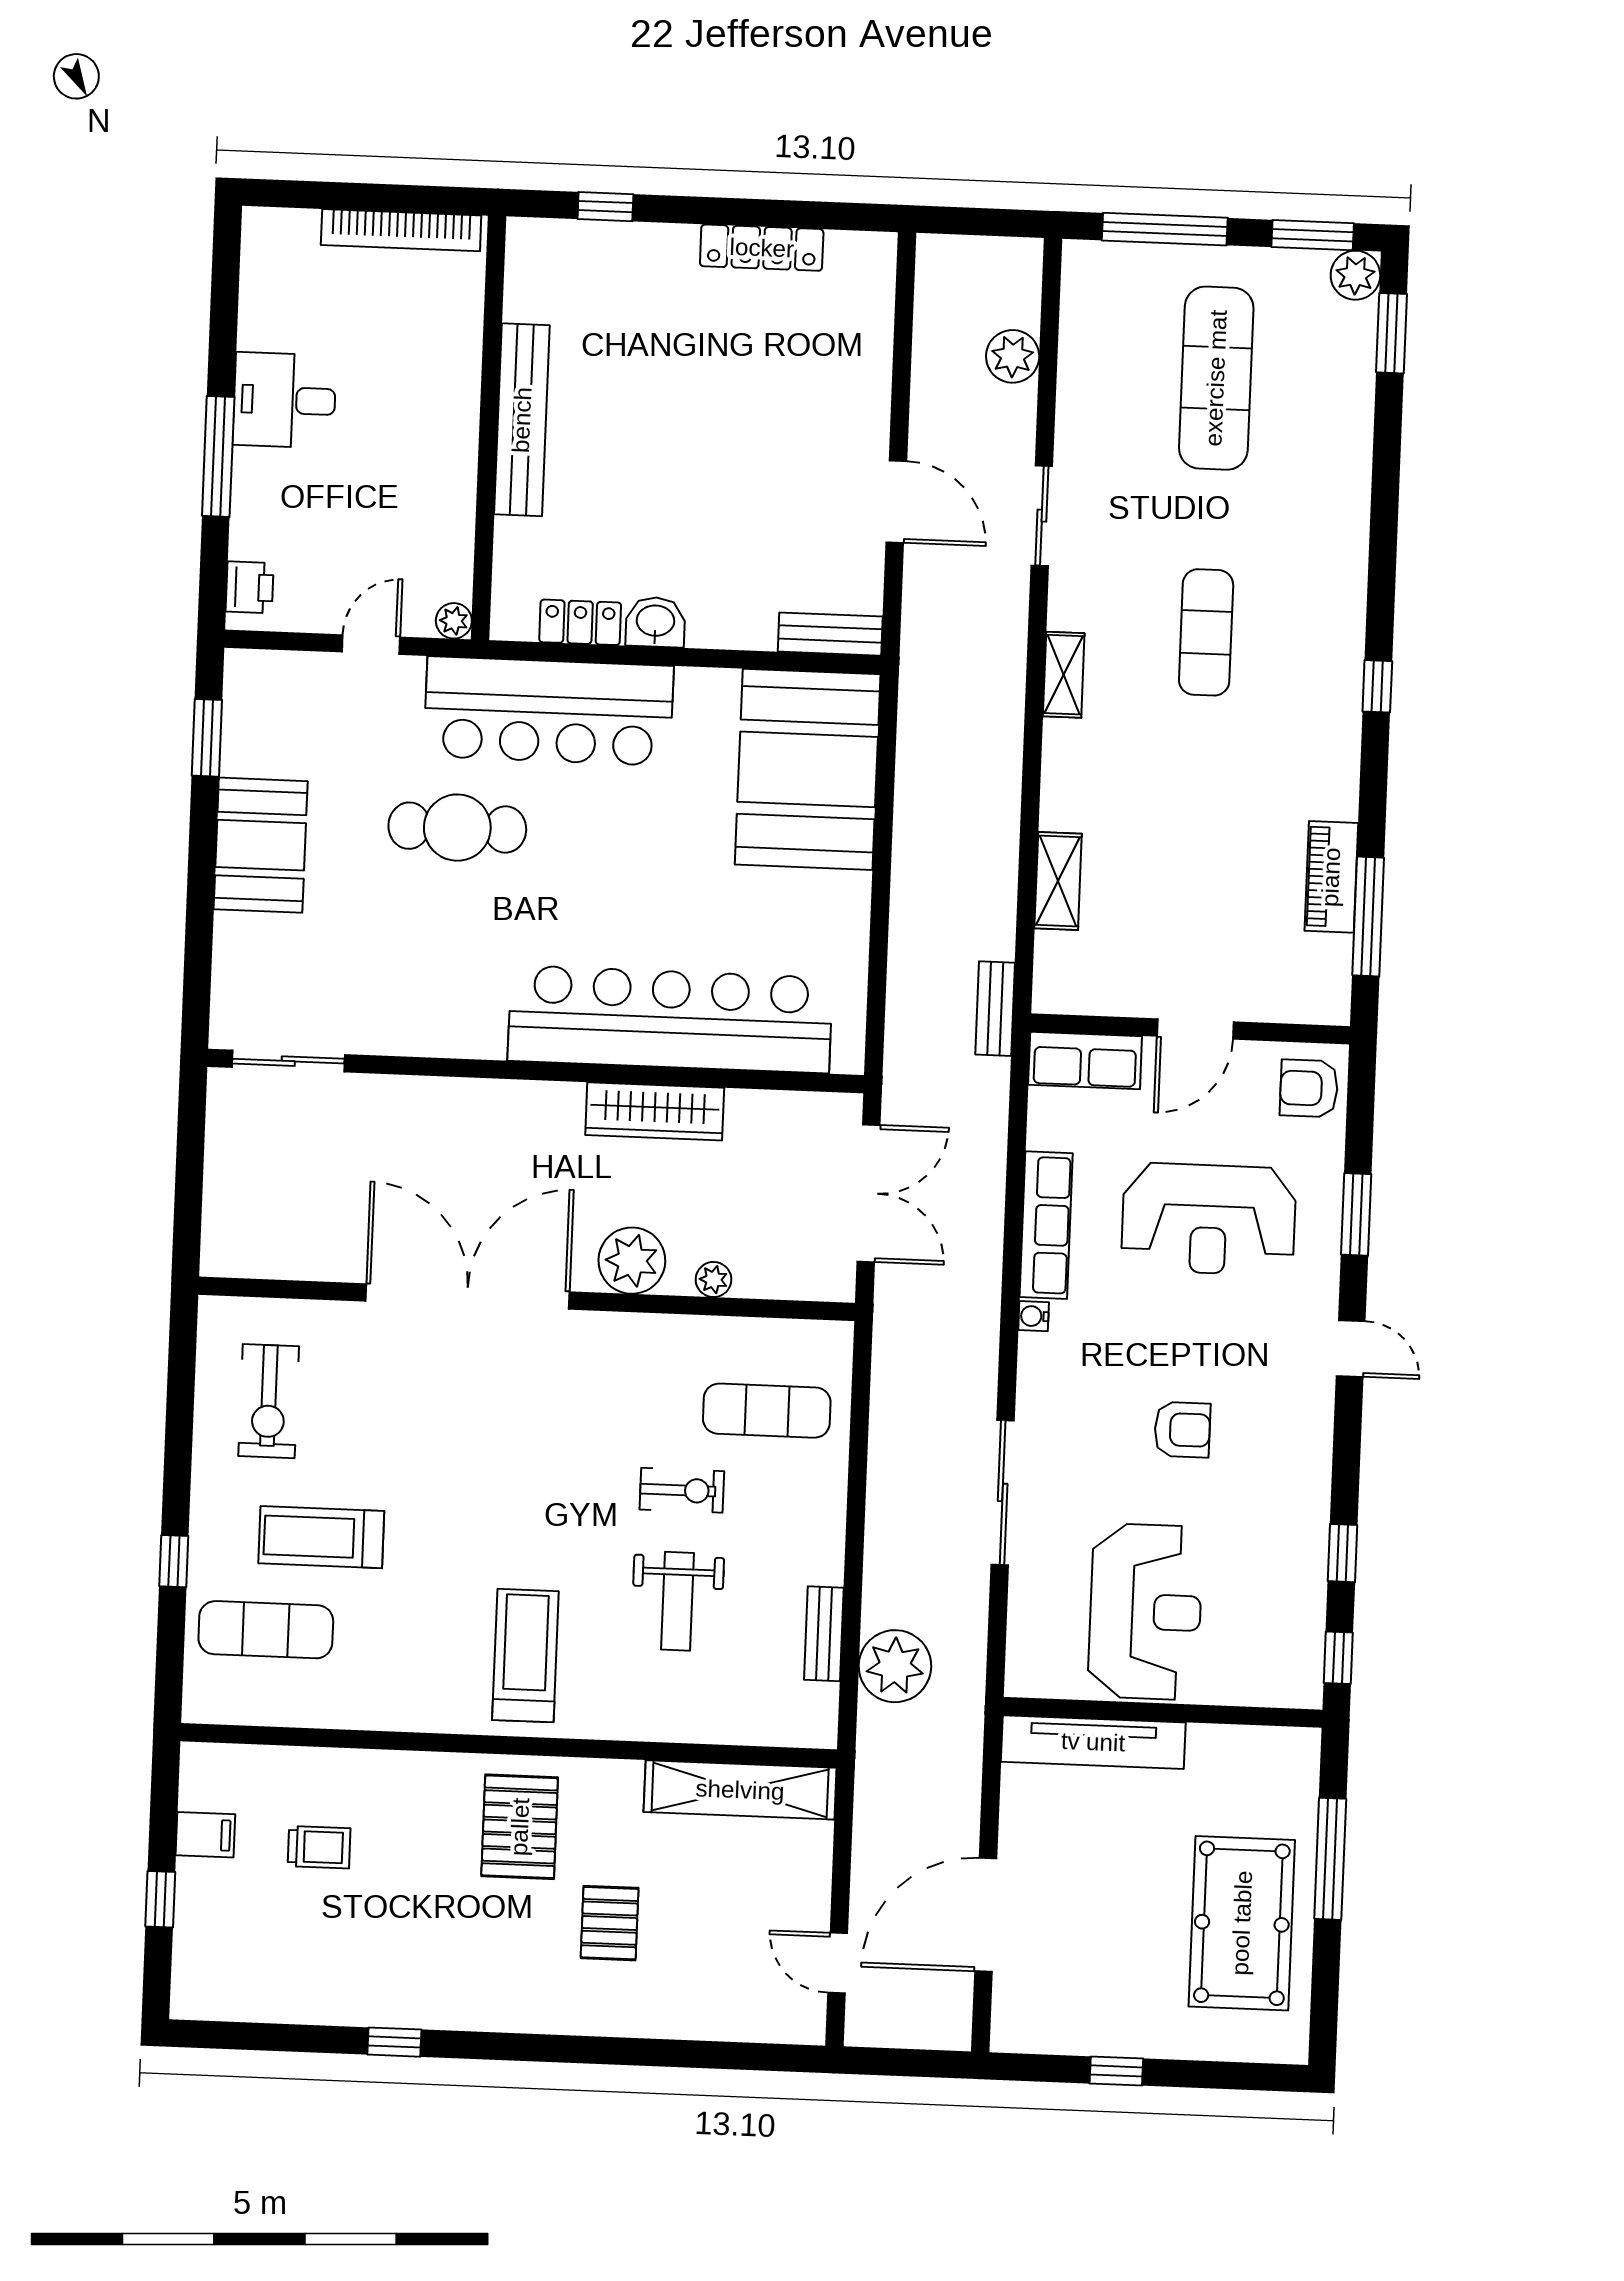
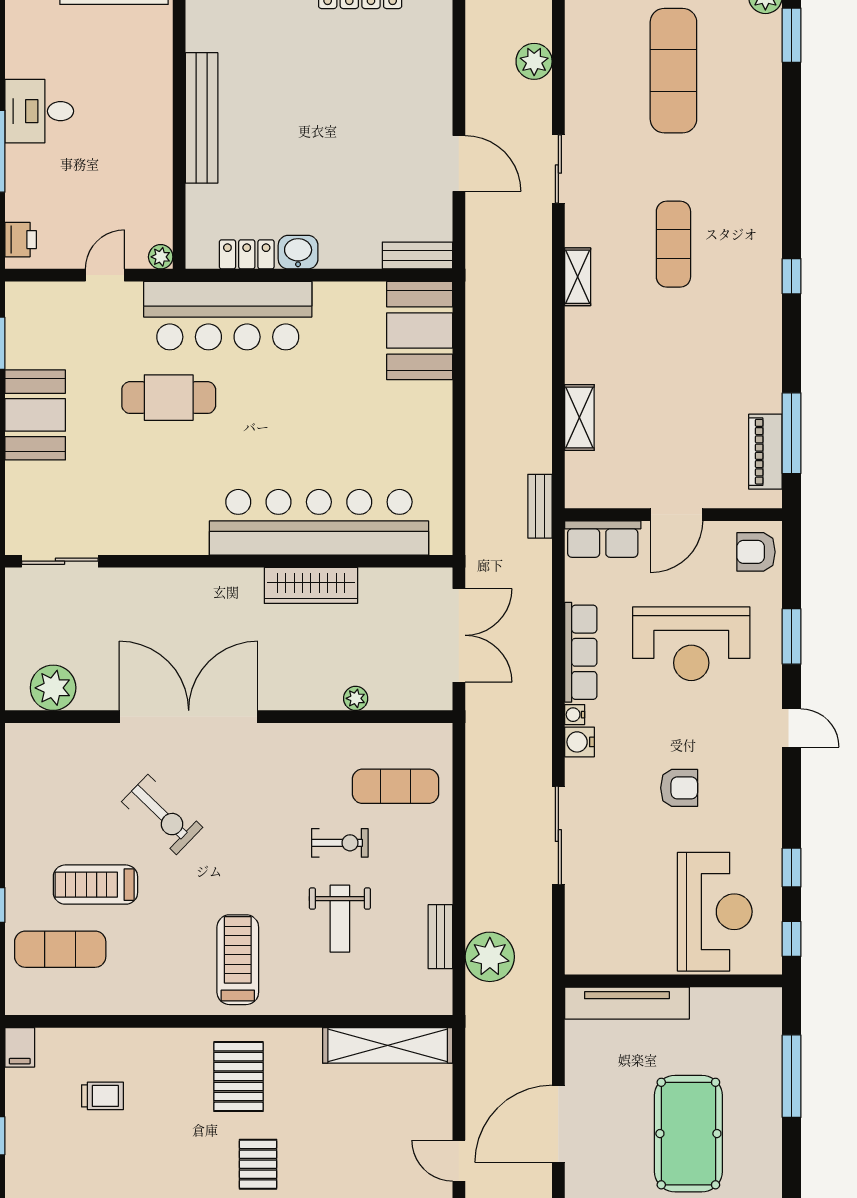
booth: (808, 769) -> (420, 331), width x0.73, depth x0.70
piano: (1331, 877) -> (765, 452), moved
plant: (632, 1261) -> (53, 688), moved
water cooler: (1039, 1357) -> (579, 742), added
exercise bike: (269, 1401) -> (162, 814), moved, turned -46
reception desk: (1145, 1612) -> (715, 912), moved
filing cabinet: (205, 1835) -> (20, 1047), moved, turned 90
pallet: (610, 1923) -> (258, 1164), moved
pool table: (1242, 1923) -> (688, 1134), moved

